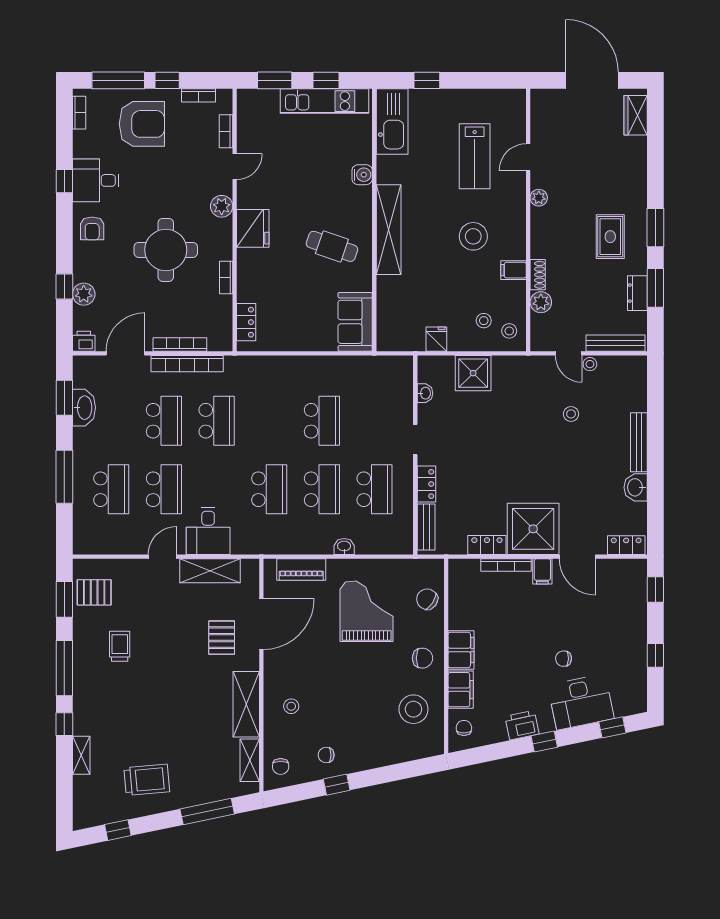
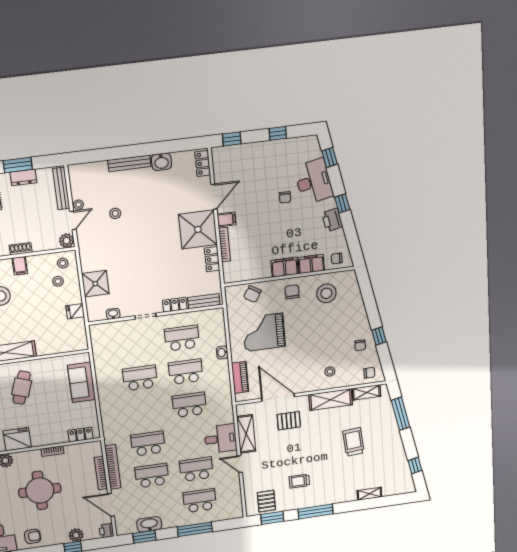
plant: (541, 302) -> (67, 241), moved
sofa: (355, 322) -> (82, 382), moved, turned 90
window: (64, 724) -> (351, 506), removed
trolley: (147, 780) -> (353, 442), moved

